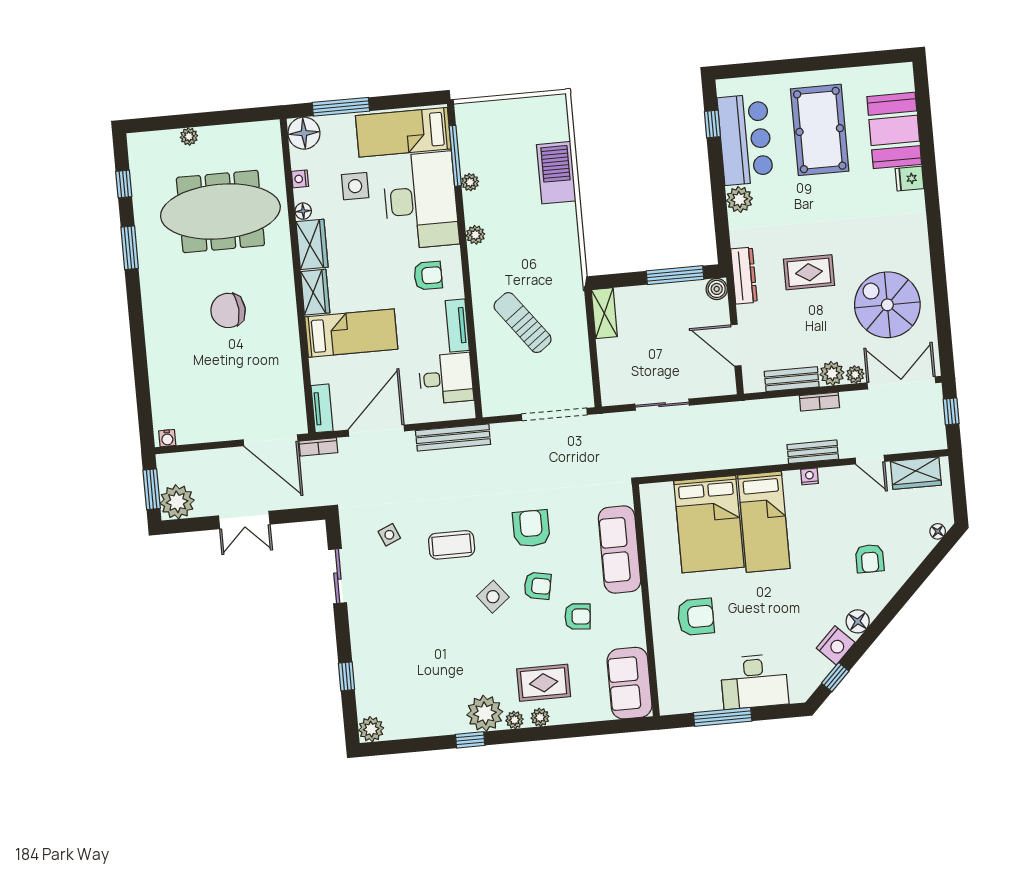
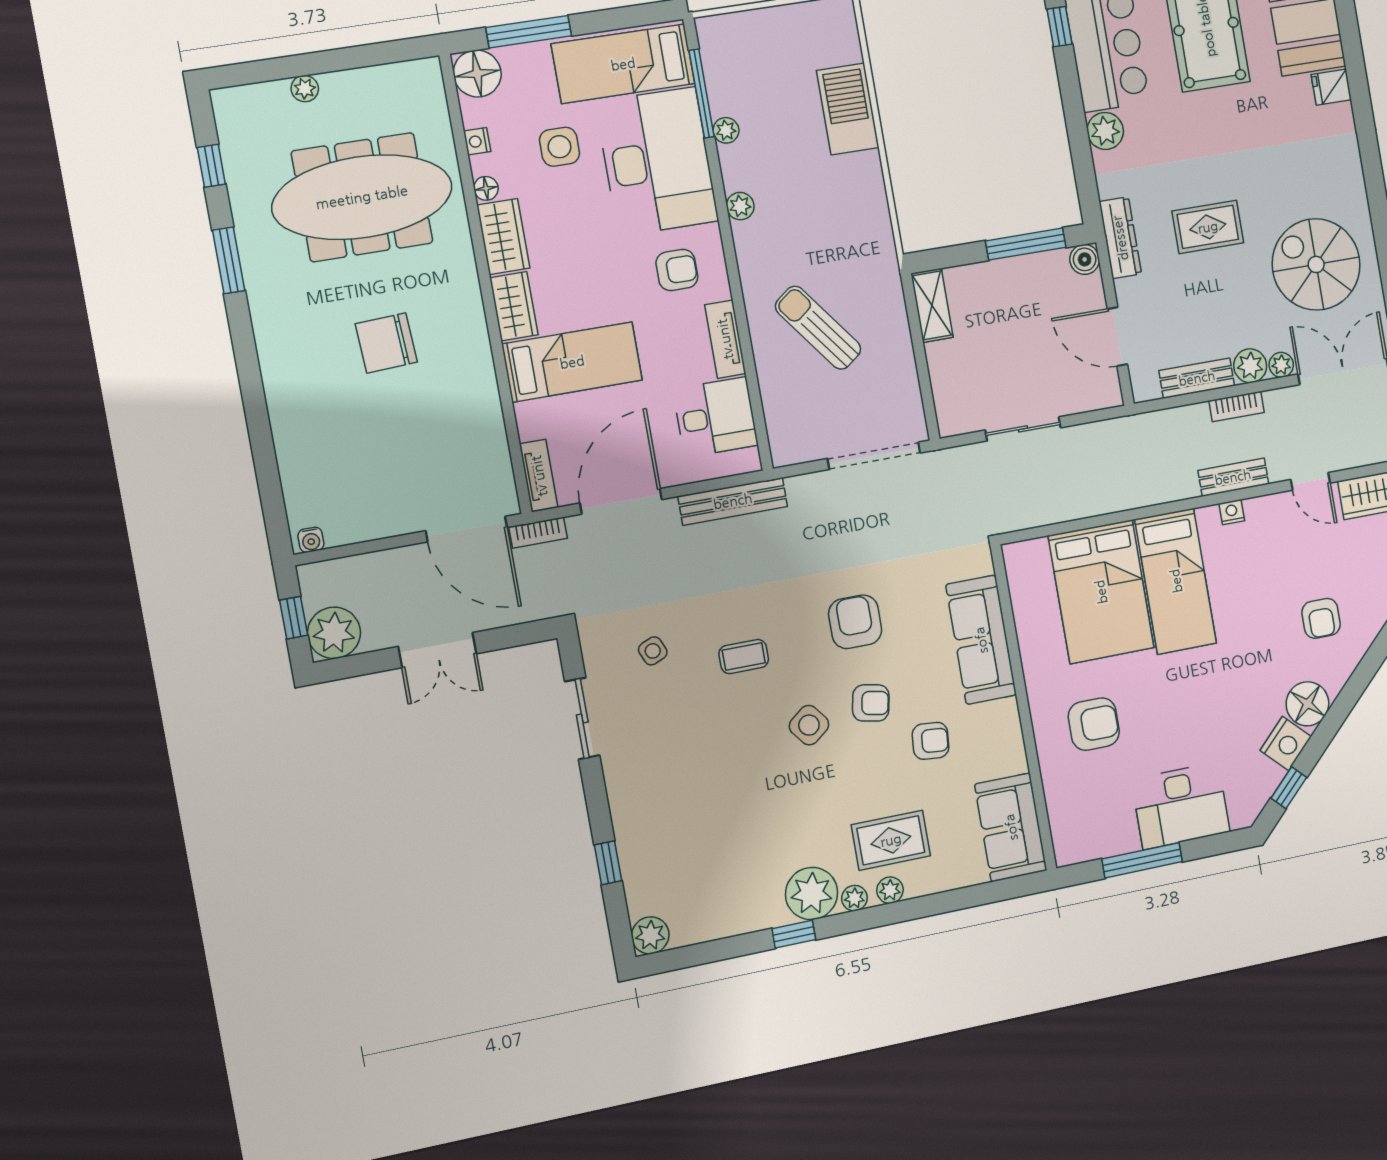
window: (152, 489) -> (294, 618), width x0.67
coffee table: (452, 545) -> (744, 657), width x0.73, depth x0.77
floor lamp: (858, 621) -> (1307, 704), width x1.38, depth x1.38

